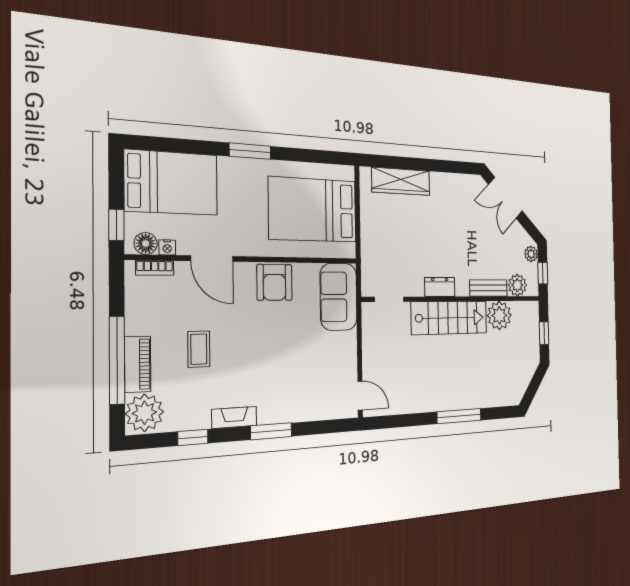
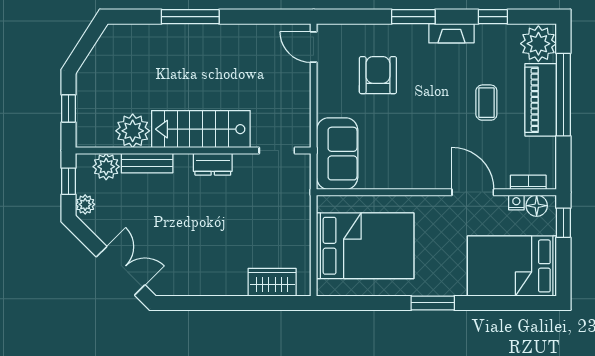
wardrobe: (401, 181) -> (272, 282), width x0.67
armchair: (274, 282) -> (378, 75), moved
piano: (138, 364) -> (541, 100), width x1.37, depth x1.33

